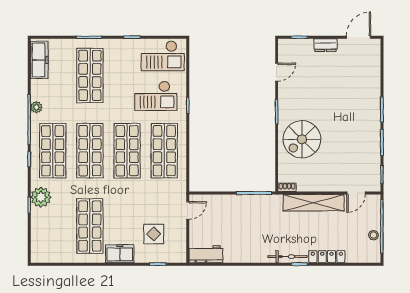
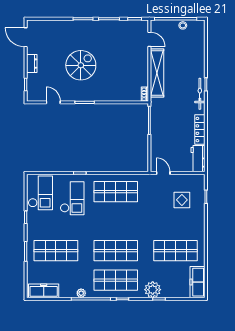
spiral stairs: (302, 139) -> (81, 65), moved, turned -90
shop shelf: (127, 151) -> (116, 221), removed
freezer: (120, 254) -> (197, 282), moved, width x1.40
locker: (327, 257) -> (200, 130), moved

